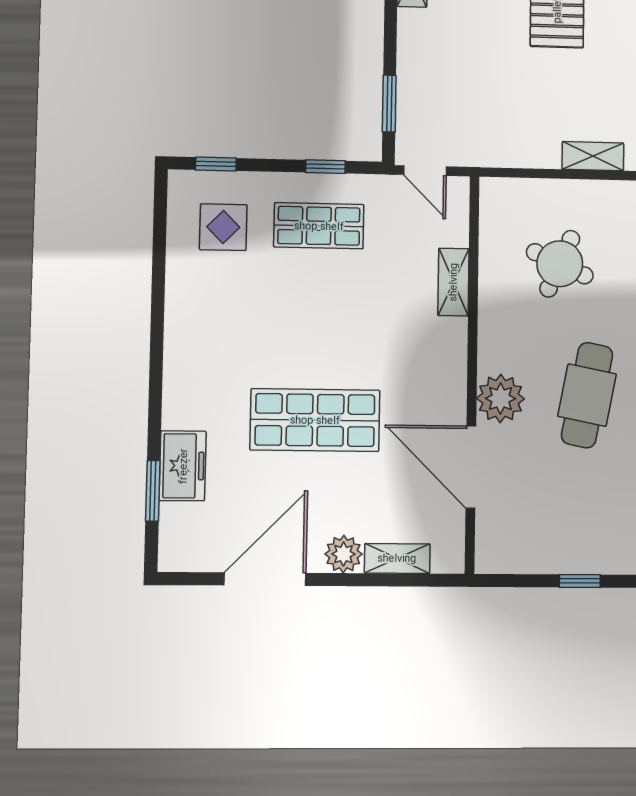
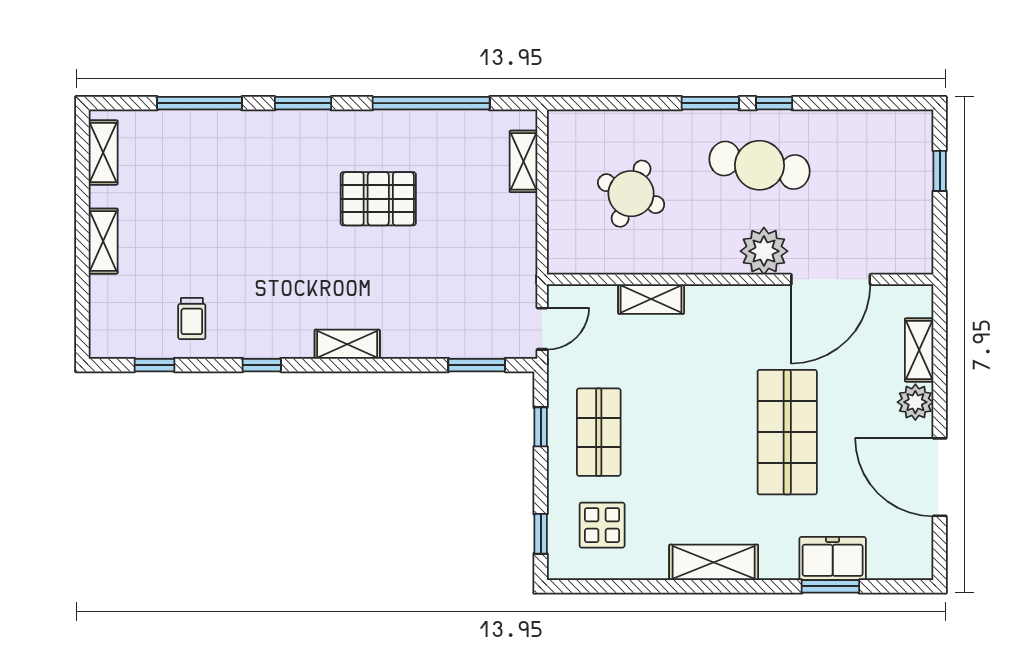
shelving: (182, 342) -> (714, 562), added
window: (153, 491) -> (830, 586), moved

